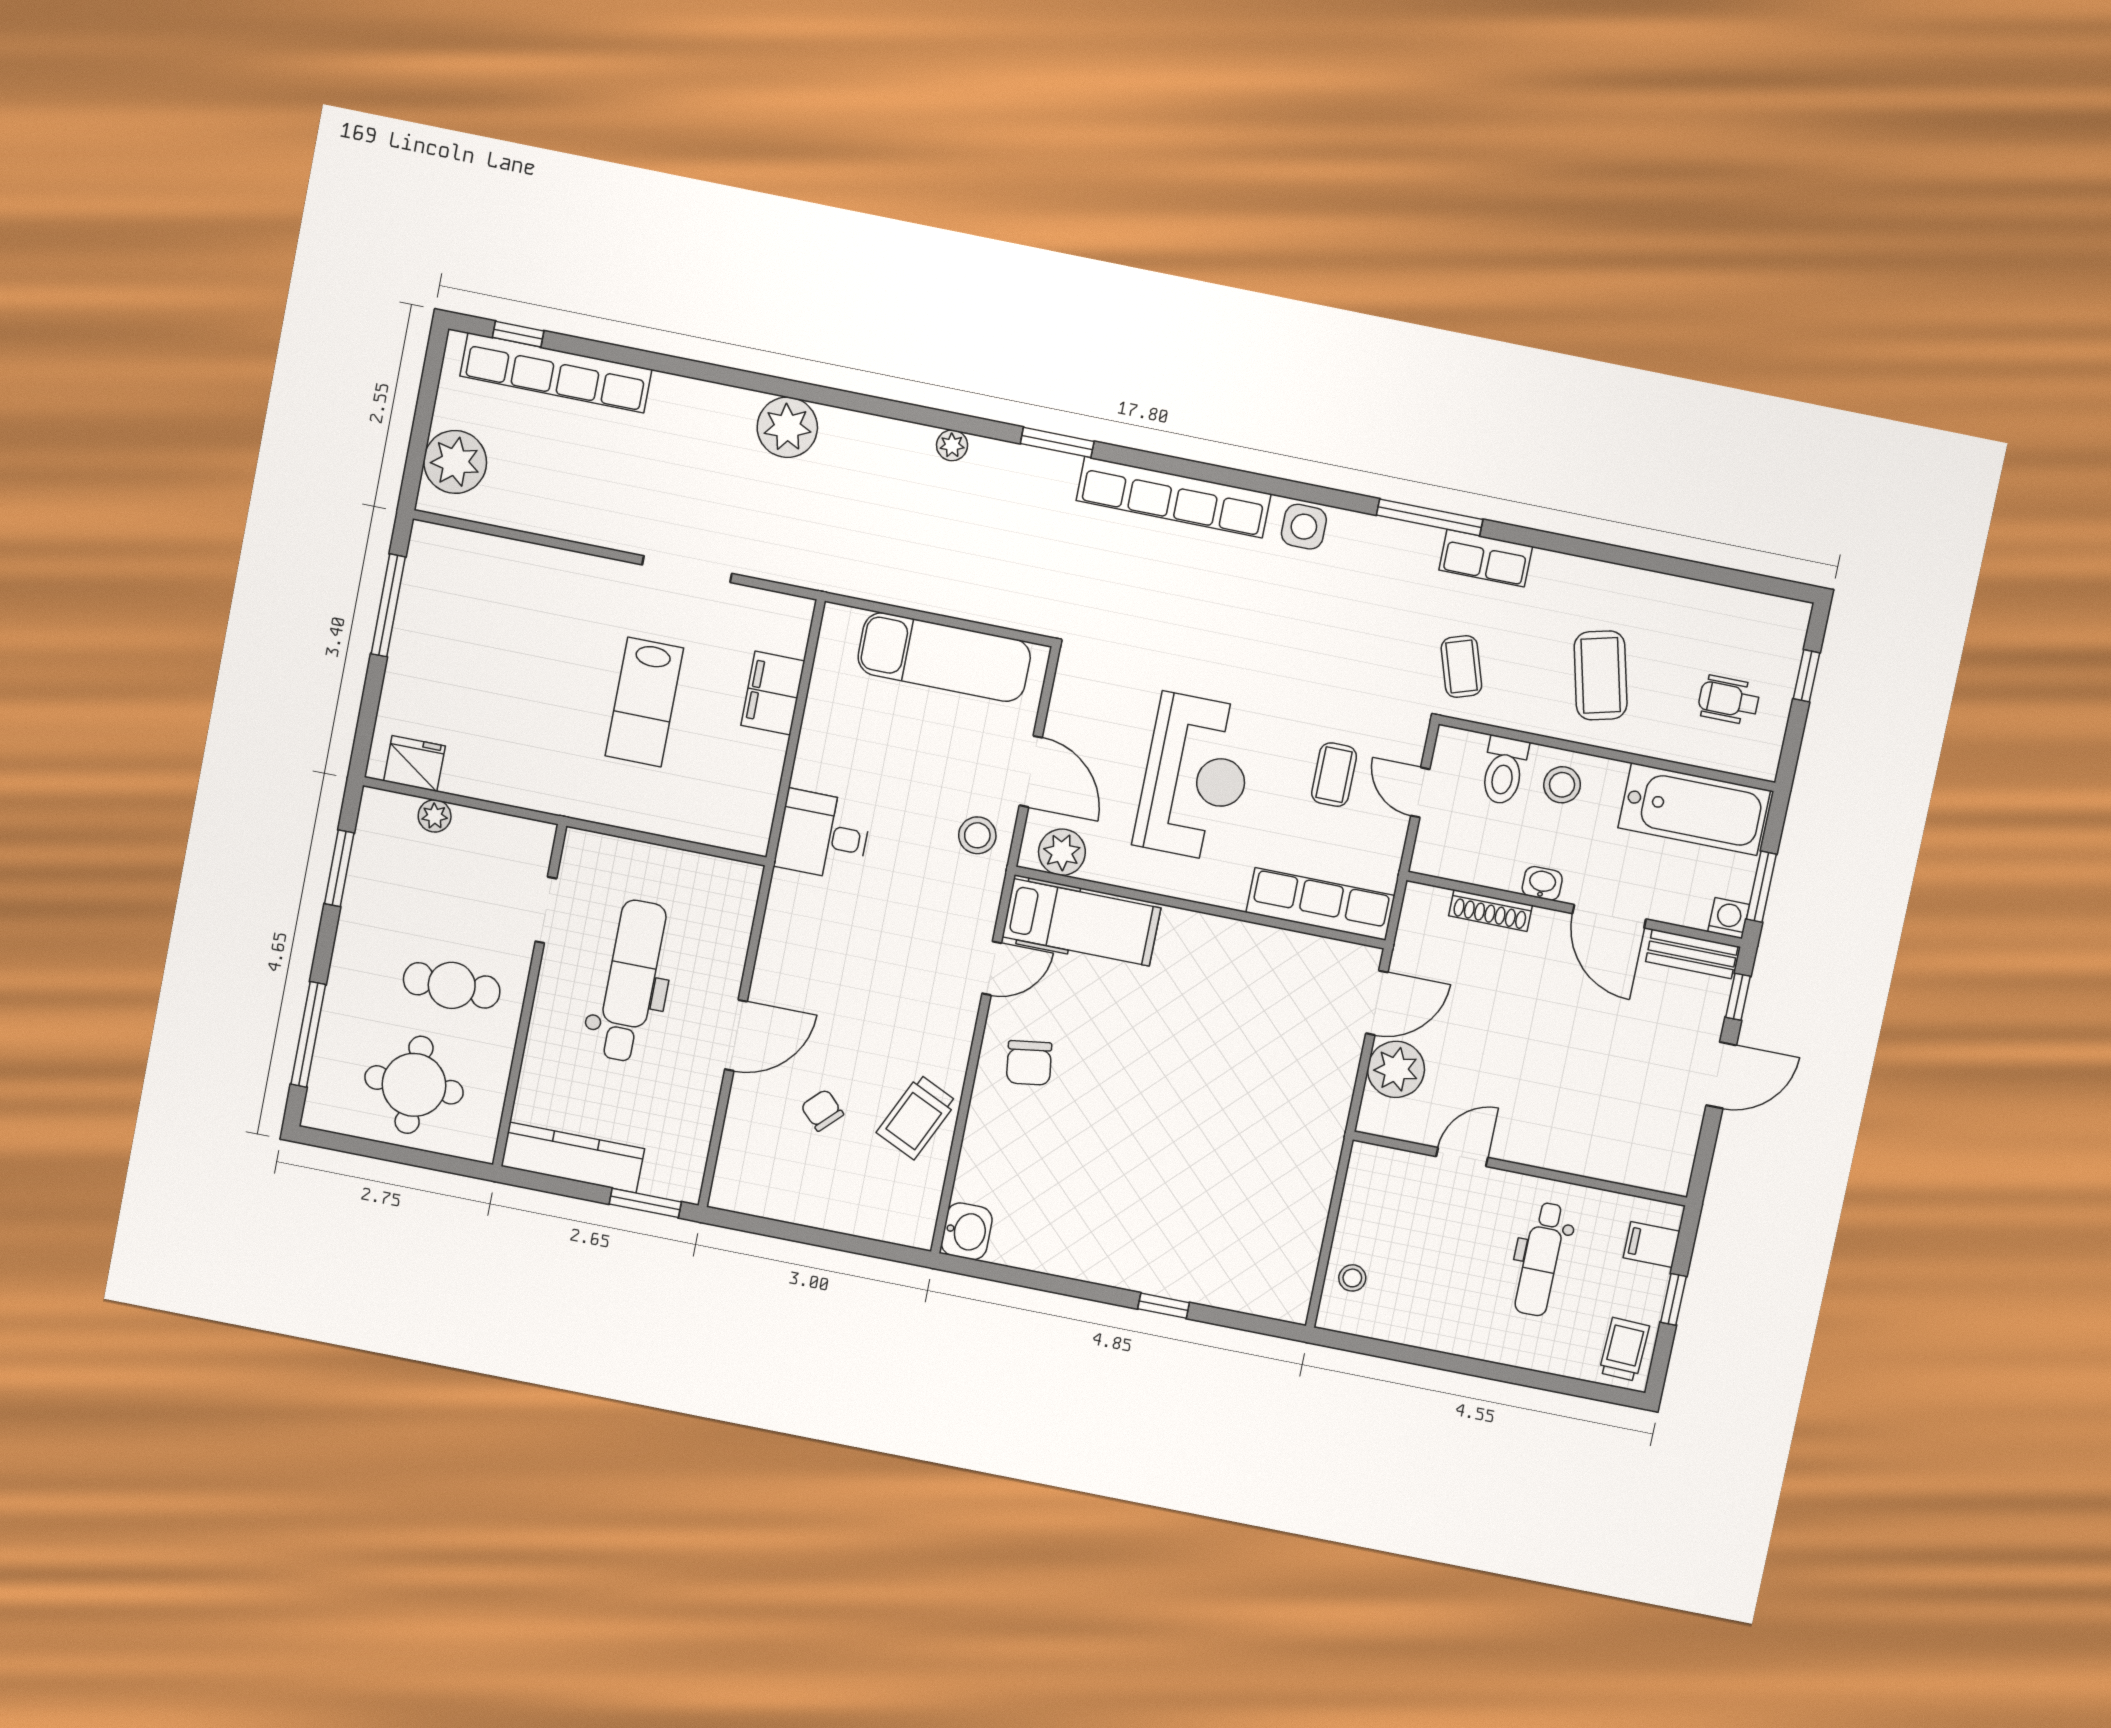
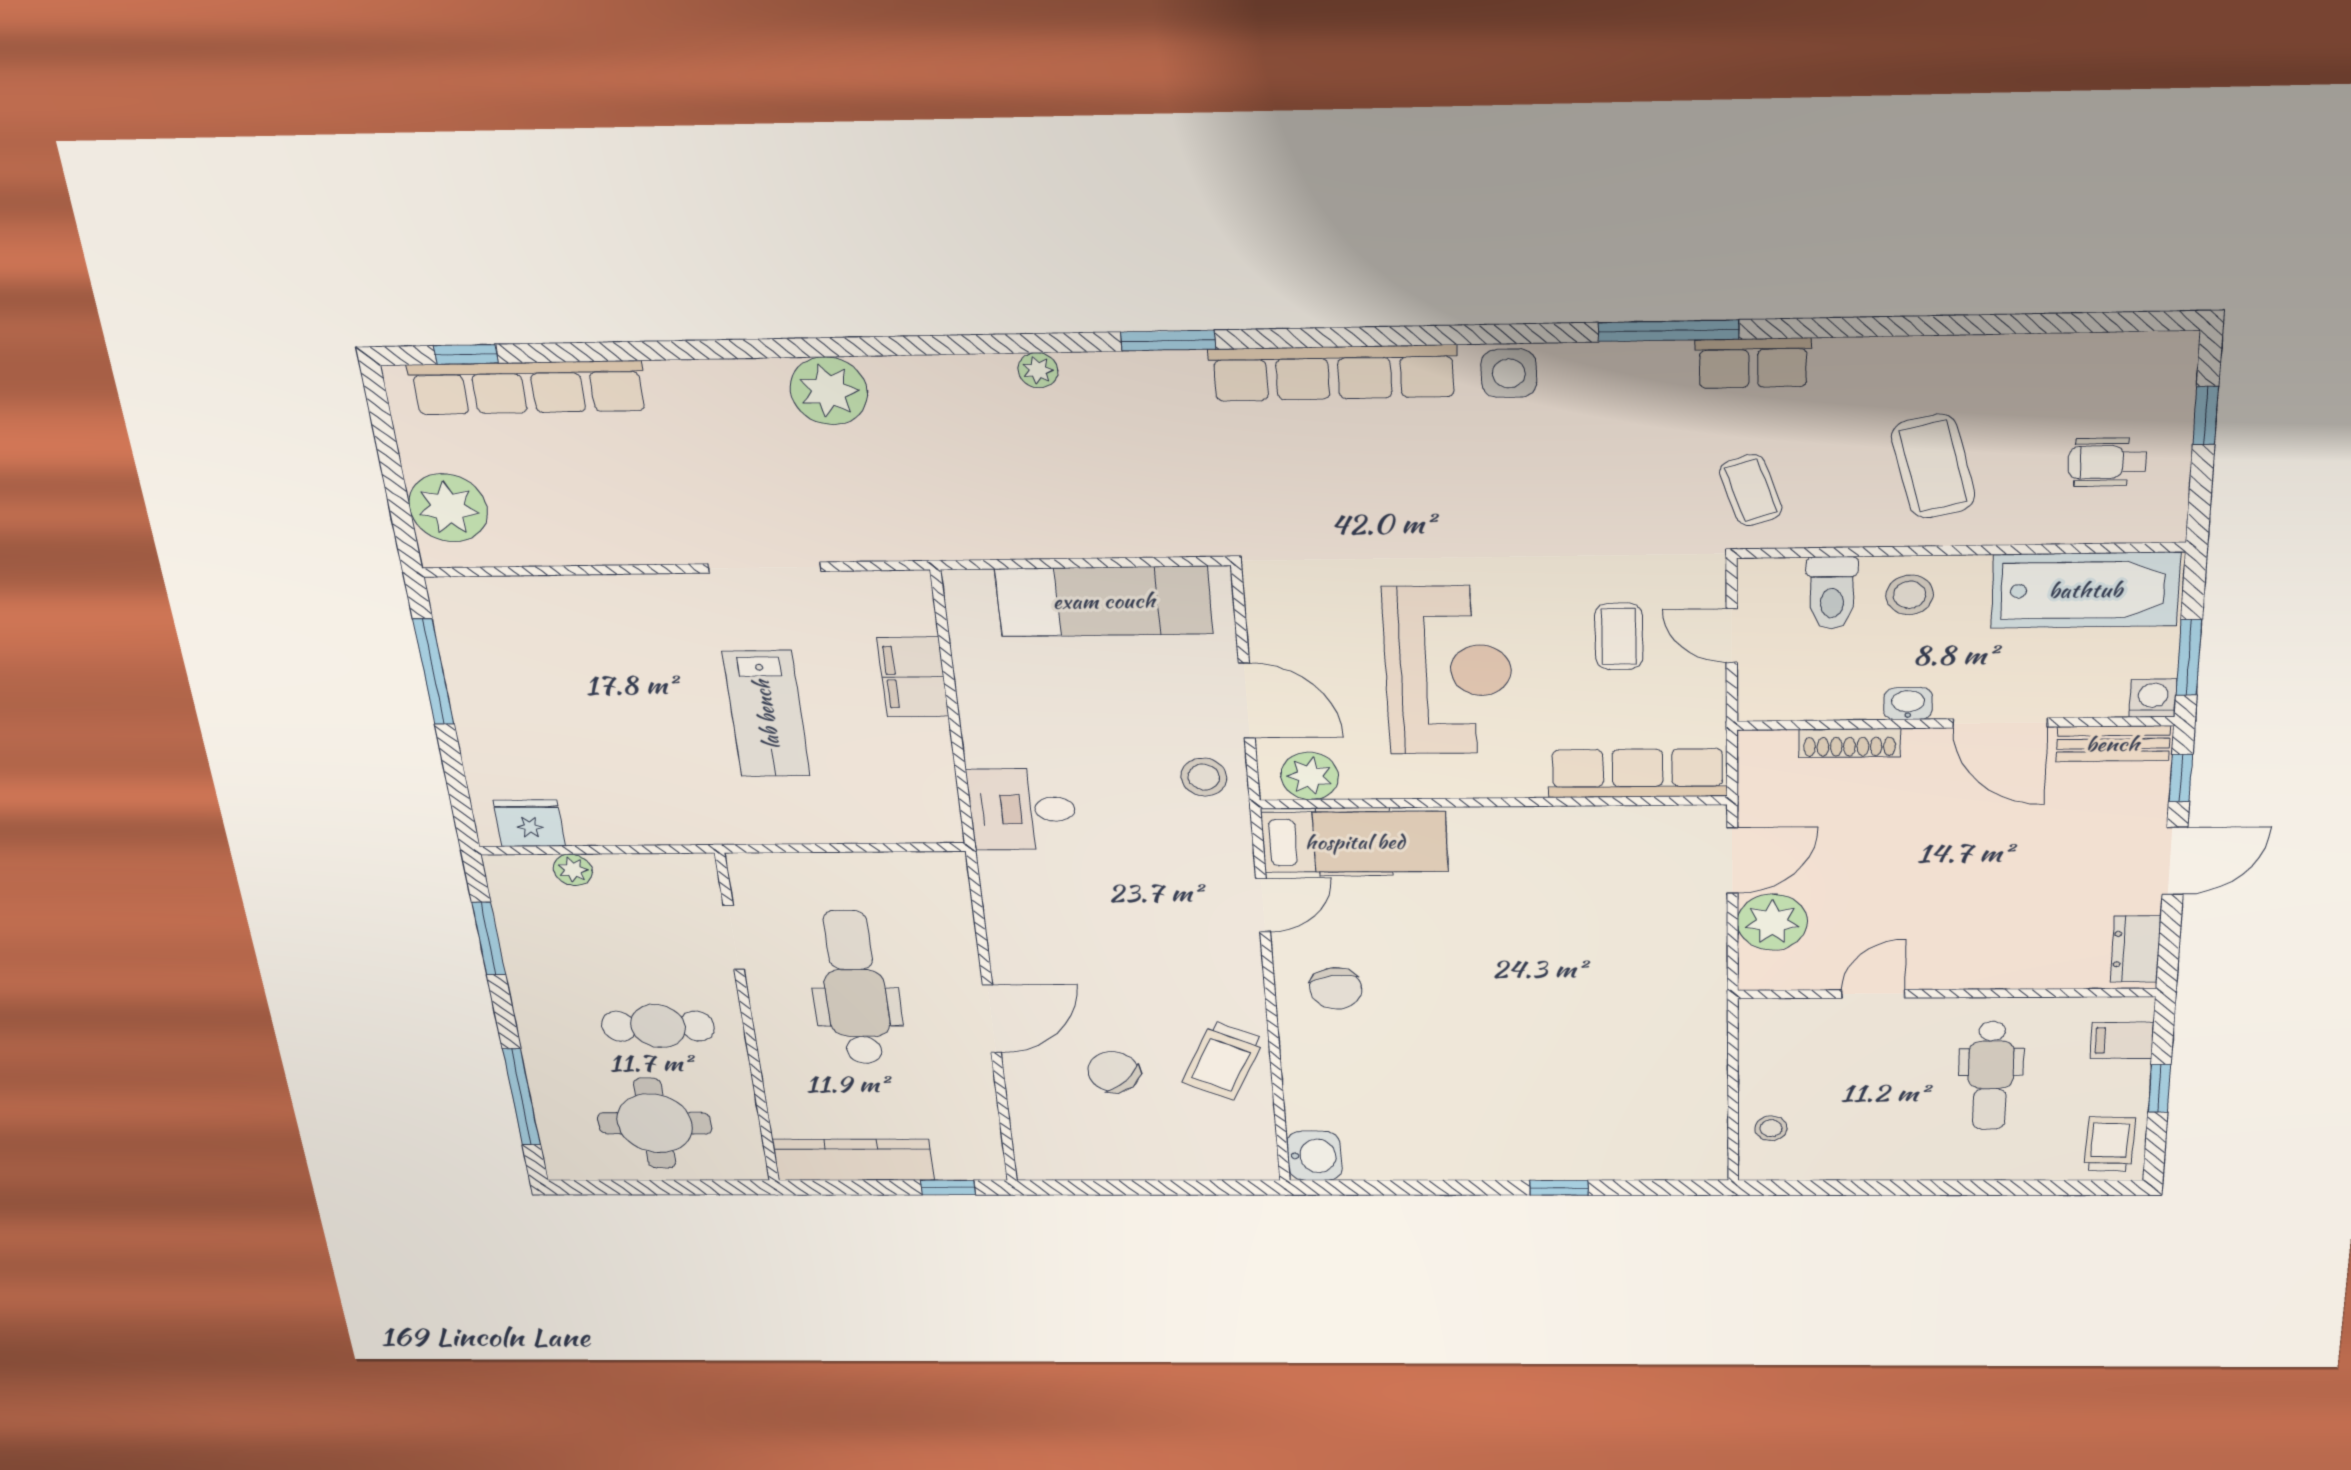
chair: (822, 1110) -> (1114, 1072), width x1.37, depth x1.37
dresser: (1677, 1155) -> (2136, 949), added
window: (645, 1203) -> (948, 1188), width x0.67

